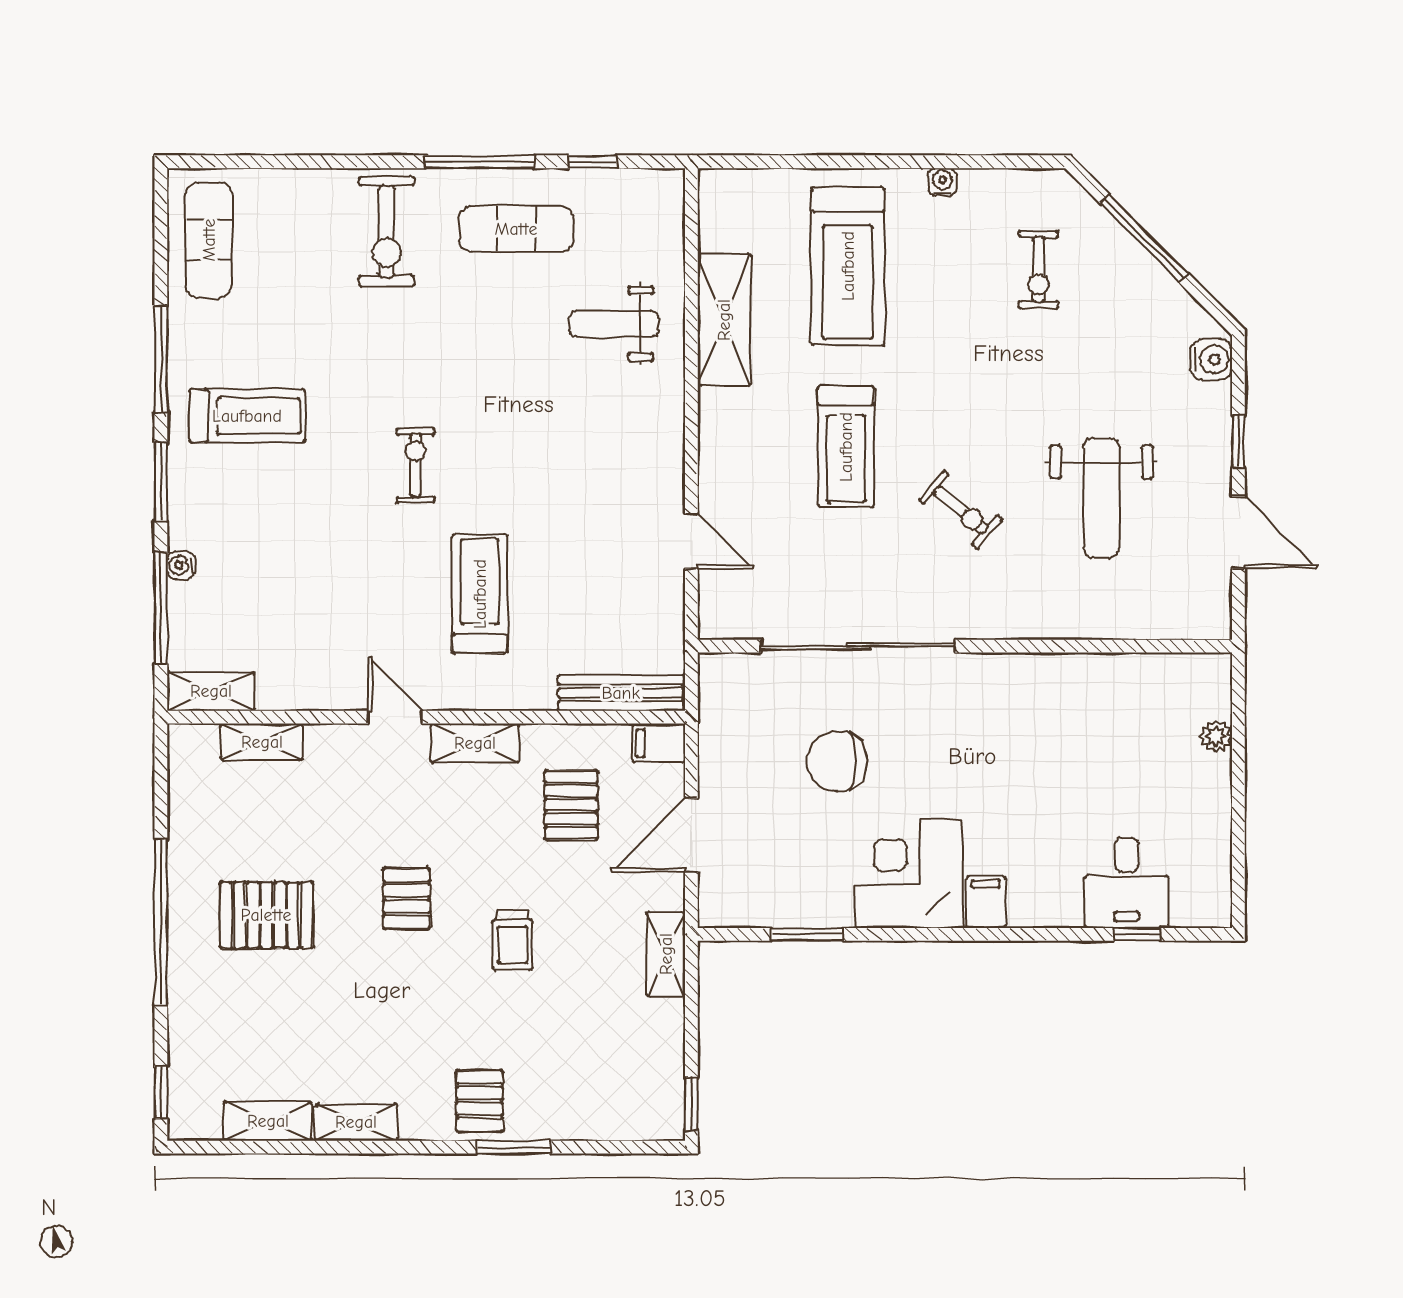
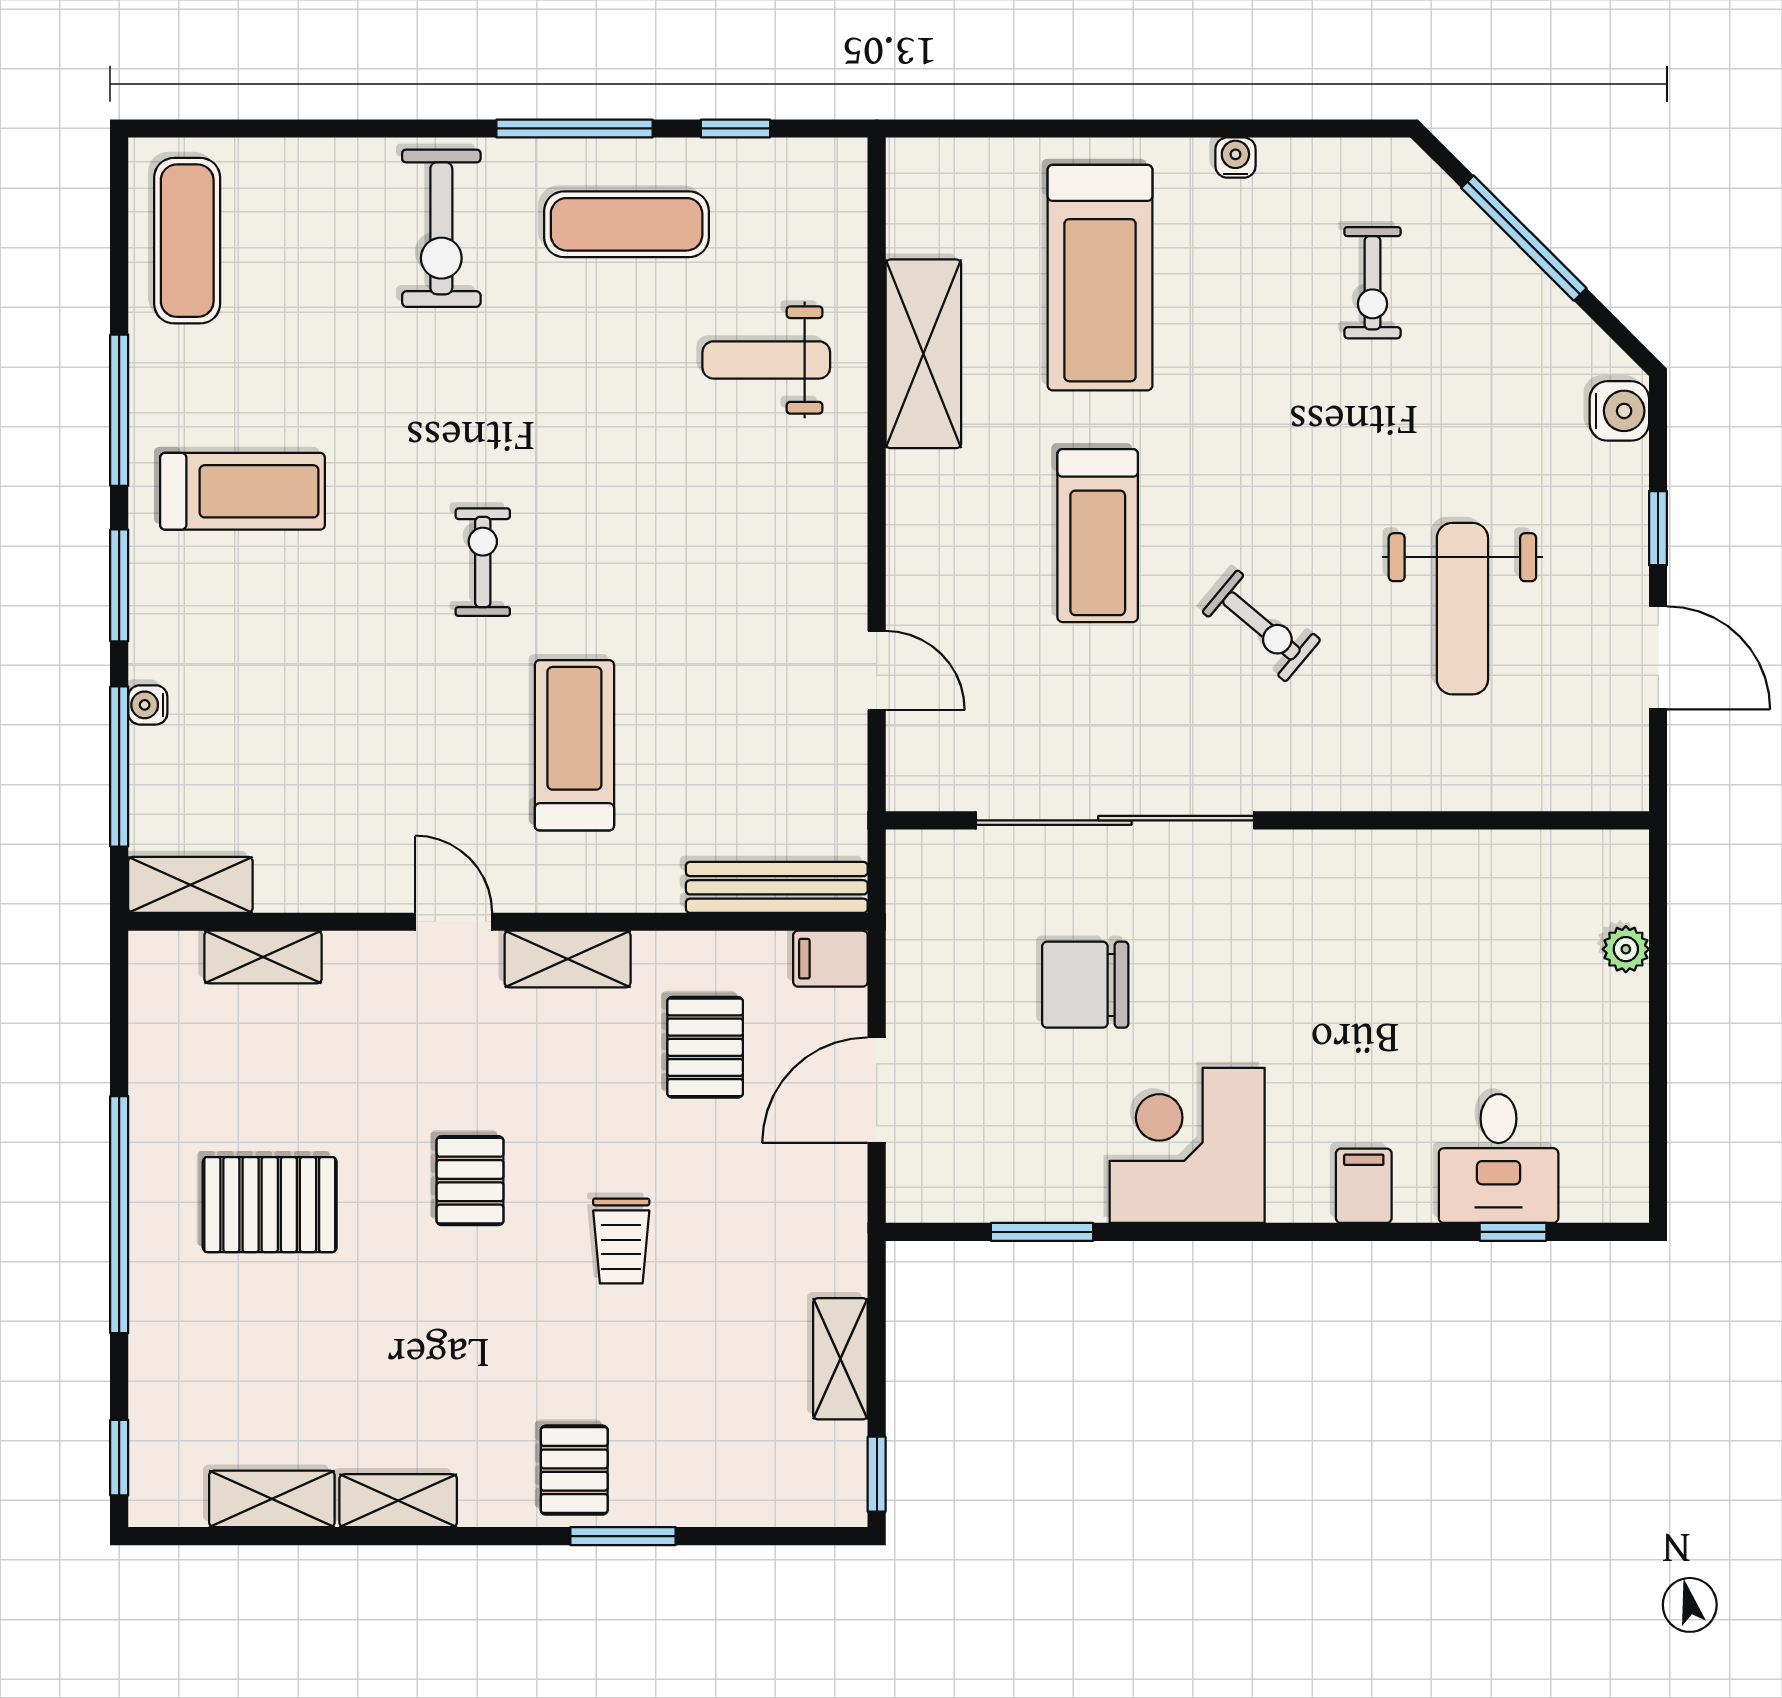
filing cabinet: (986, 902) -> (1364, 1186), moved
shelving: (666, 954) -> (840, 1359), moved

